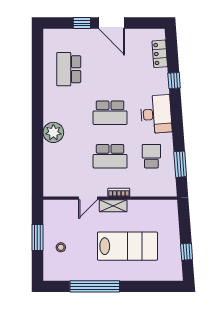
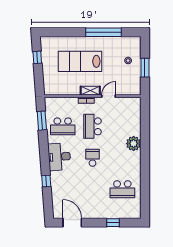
door: (112, 23) -> (72, 223), moved
locker: (160, 54) -> (57, 200), removed
school desk: (69, 69) -> (122, 189), turned 90
school desk: (110, 113) -> (93, 158), width x0.54
school desk: (110, 156) -> (93, 126), turned -90
school desk: (151, 156) -> (63, 126), width x1.85

